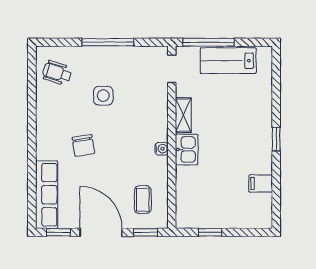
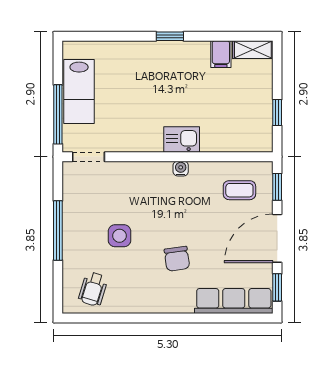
shelving: (183, 115) -> (253, 50), moved
chair: (83, 145) -> (177, 259), turned 91

